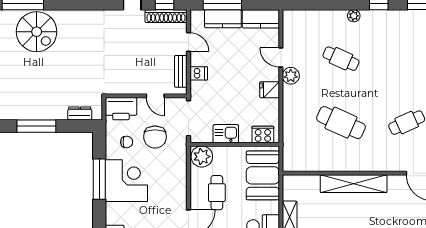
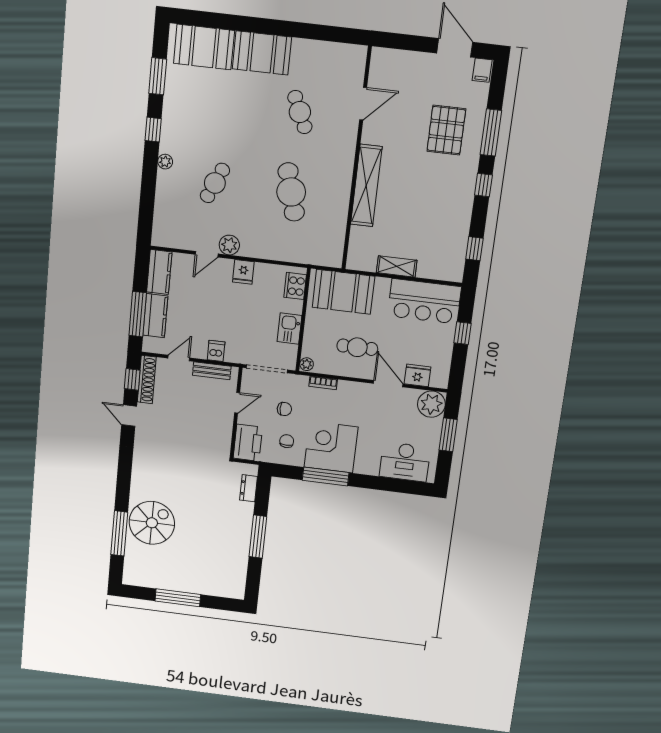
cafe table: (341, 123) -> (291, 192), turned -39
chair: (155, 137) -> (284, 409), width x0.54, depth x0.54
plant: (202, 157) -> (307, 364), width x0.53, depth x0.53
bookcase: (182, 167) -> (323, 383), added

